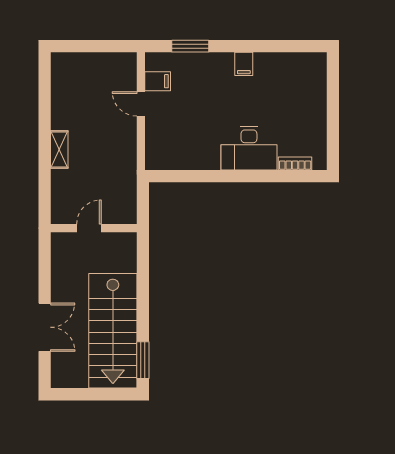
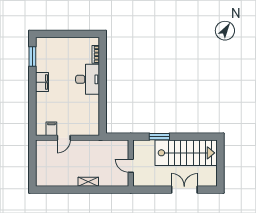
window: (190, 46) -> (32, 56), moved
filing cabinet: (244, 64) -> (42, 82), width x2.00
window: (143, 360) -> (159, 137), moved

